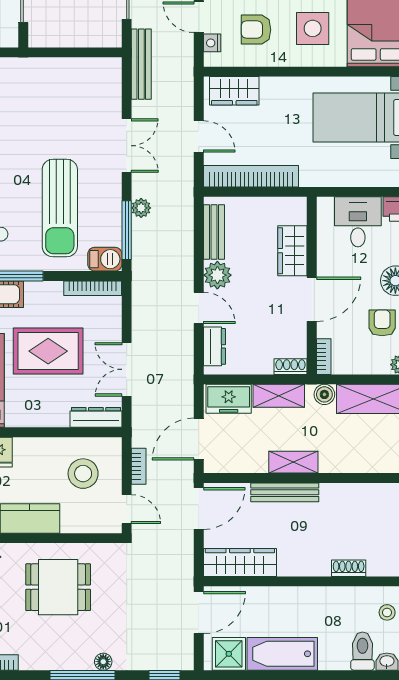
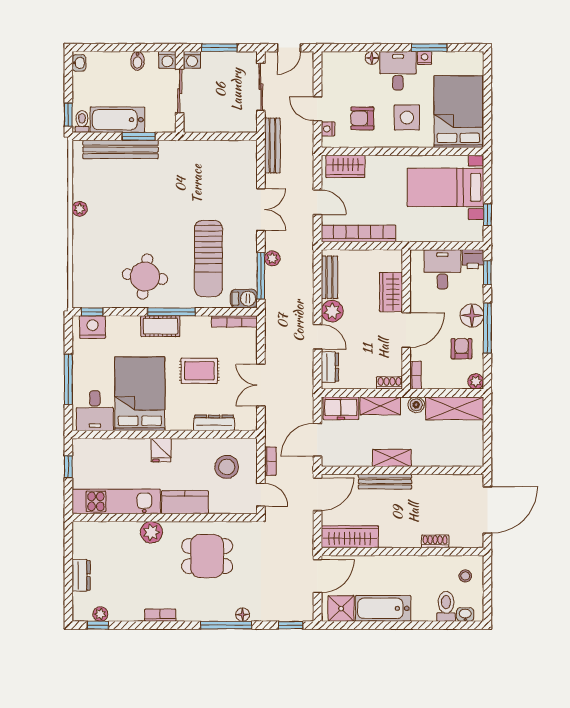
rug: (48, 351) -> (199, 371), width x0.73, depth x0.70
dresser: (96, 417) -> (214, 423), moved

